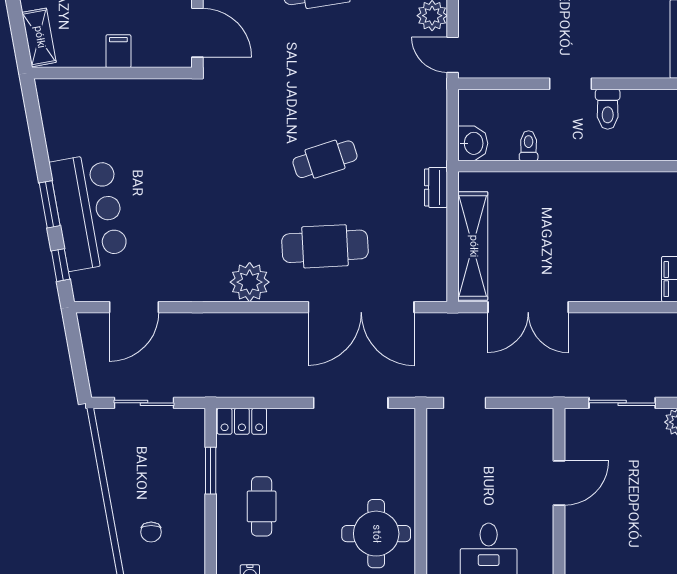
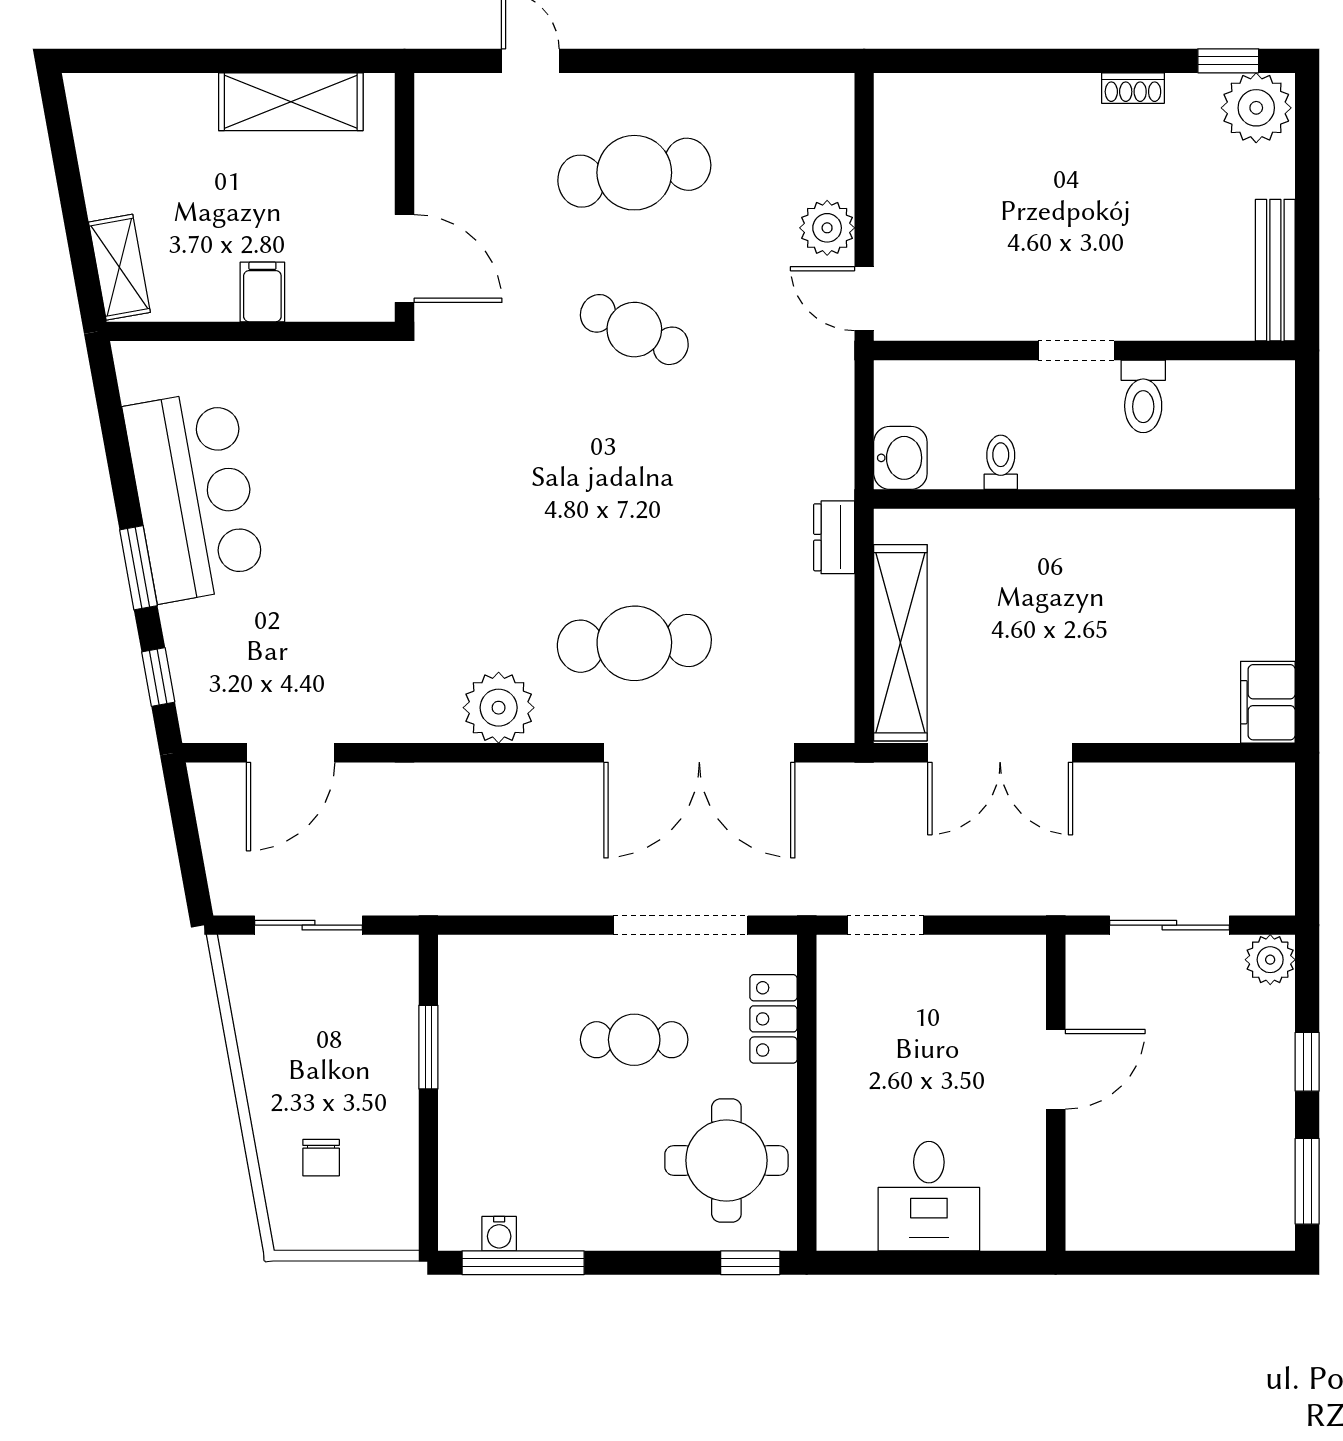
cafe table: (325, 159) -> (634, 330), moved, turned 42
bar counter: (89, 212) -> (194, 496), moved
locker: (242, 421) -> (774, 1019), moved, turned 90
cafe table: (262, 506) -> (634, 1040), moved, turned 90

